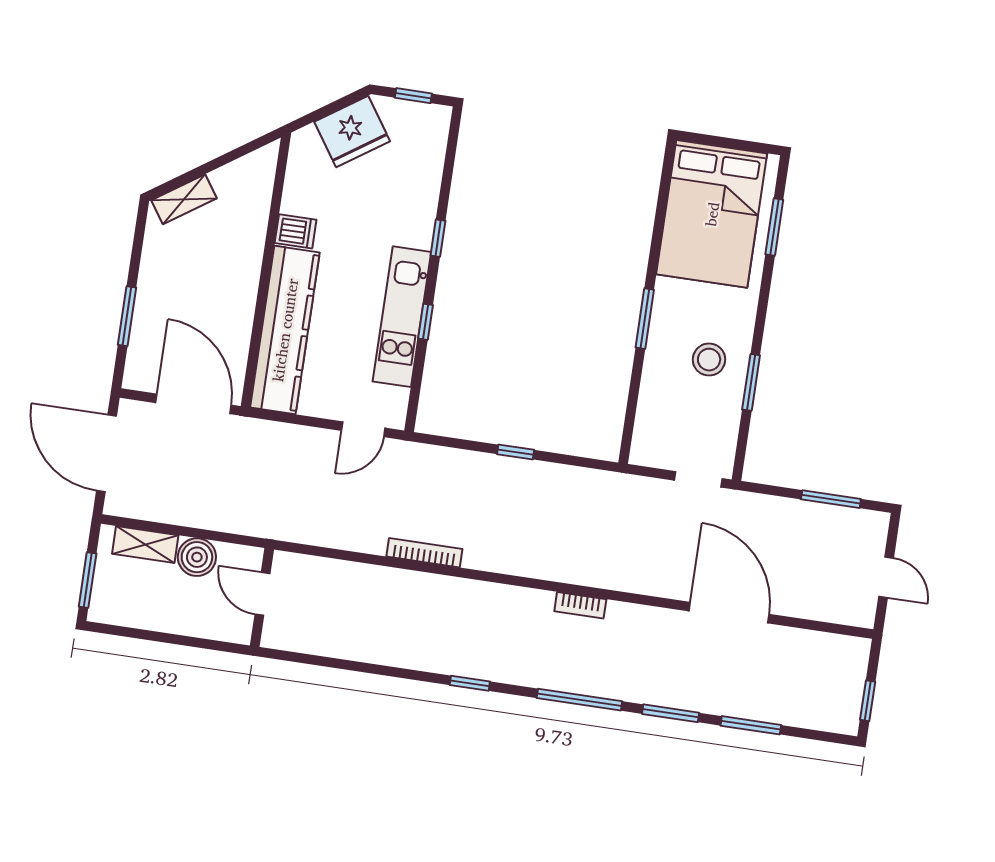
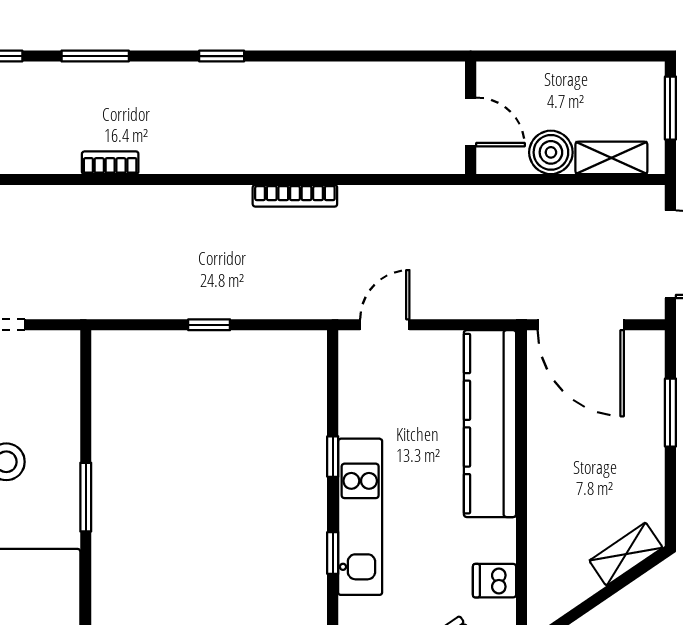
dishwasher: (296, 231) -> (495, 581), moved
kitchen unit: (402, 317) -> (360, 517), moved
window: (579, 700) -> (95, 56), width x0.69

